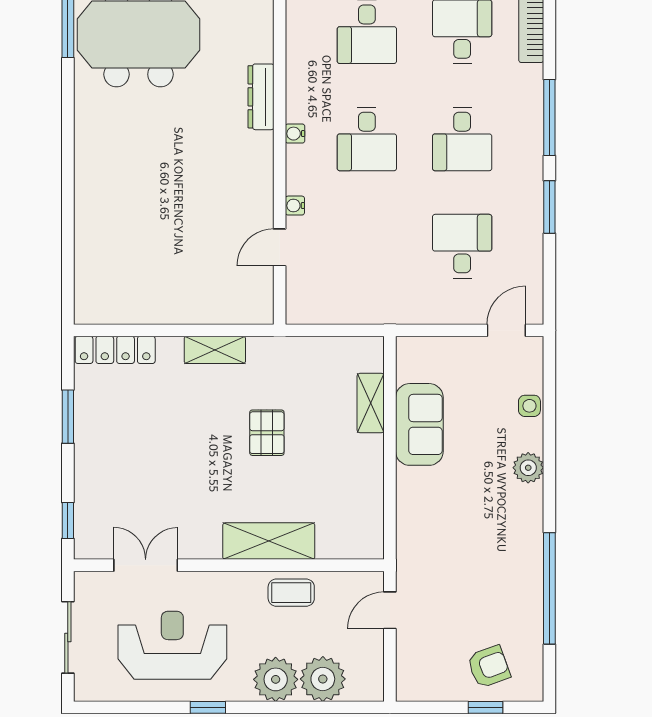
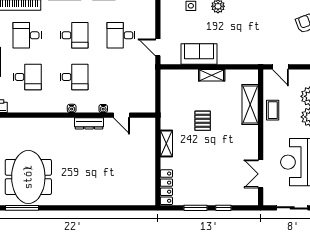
dresser: (261, 97) -> (89, 123), moved
door: (506, 330) -> (158, 47), moved
shelving: (371, 403) -> (212, 75), moved
pallet: (267, 433) -> (203, 121), turned 90
window: (68, 521) -> (223, 208), moved
shelving: (269, 541) -> (250, 104), moved

